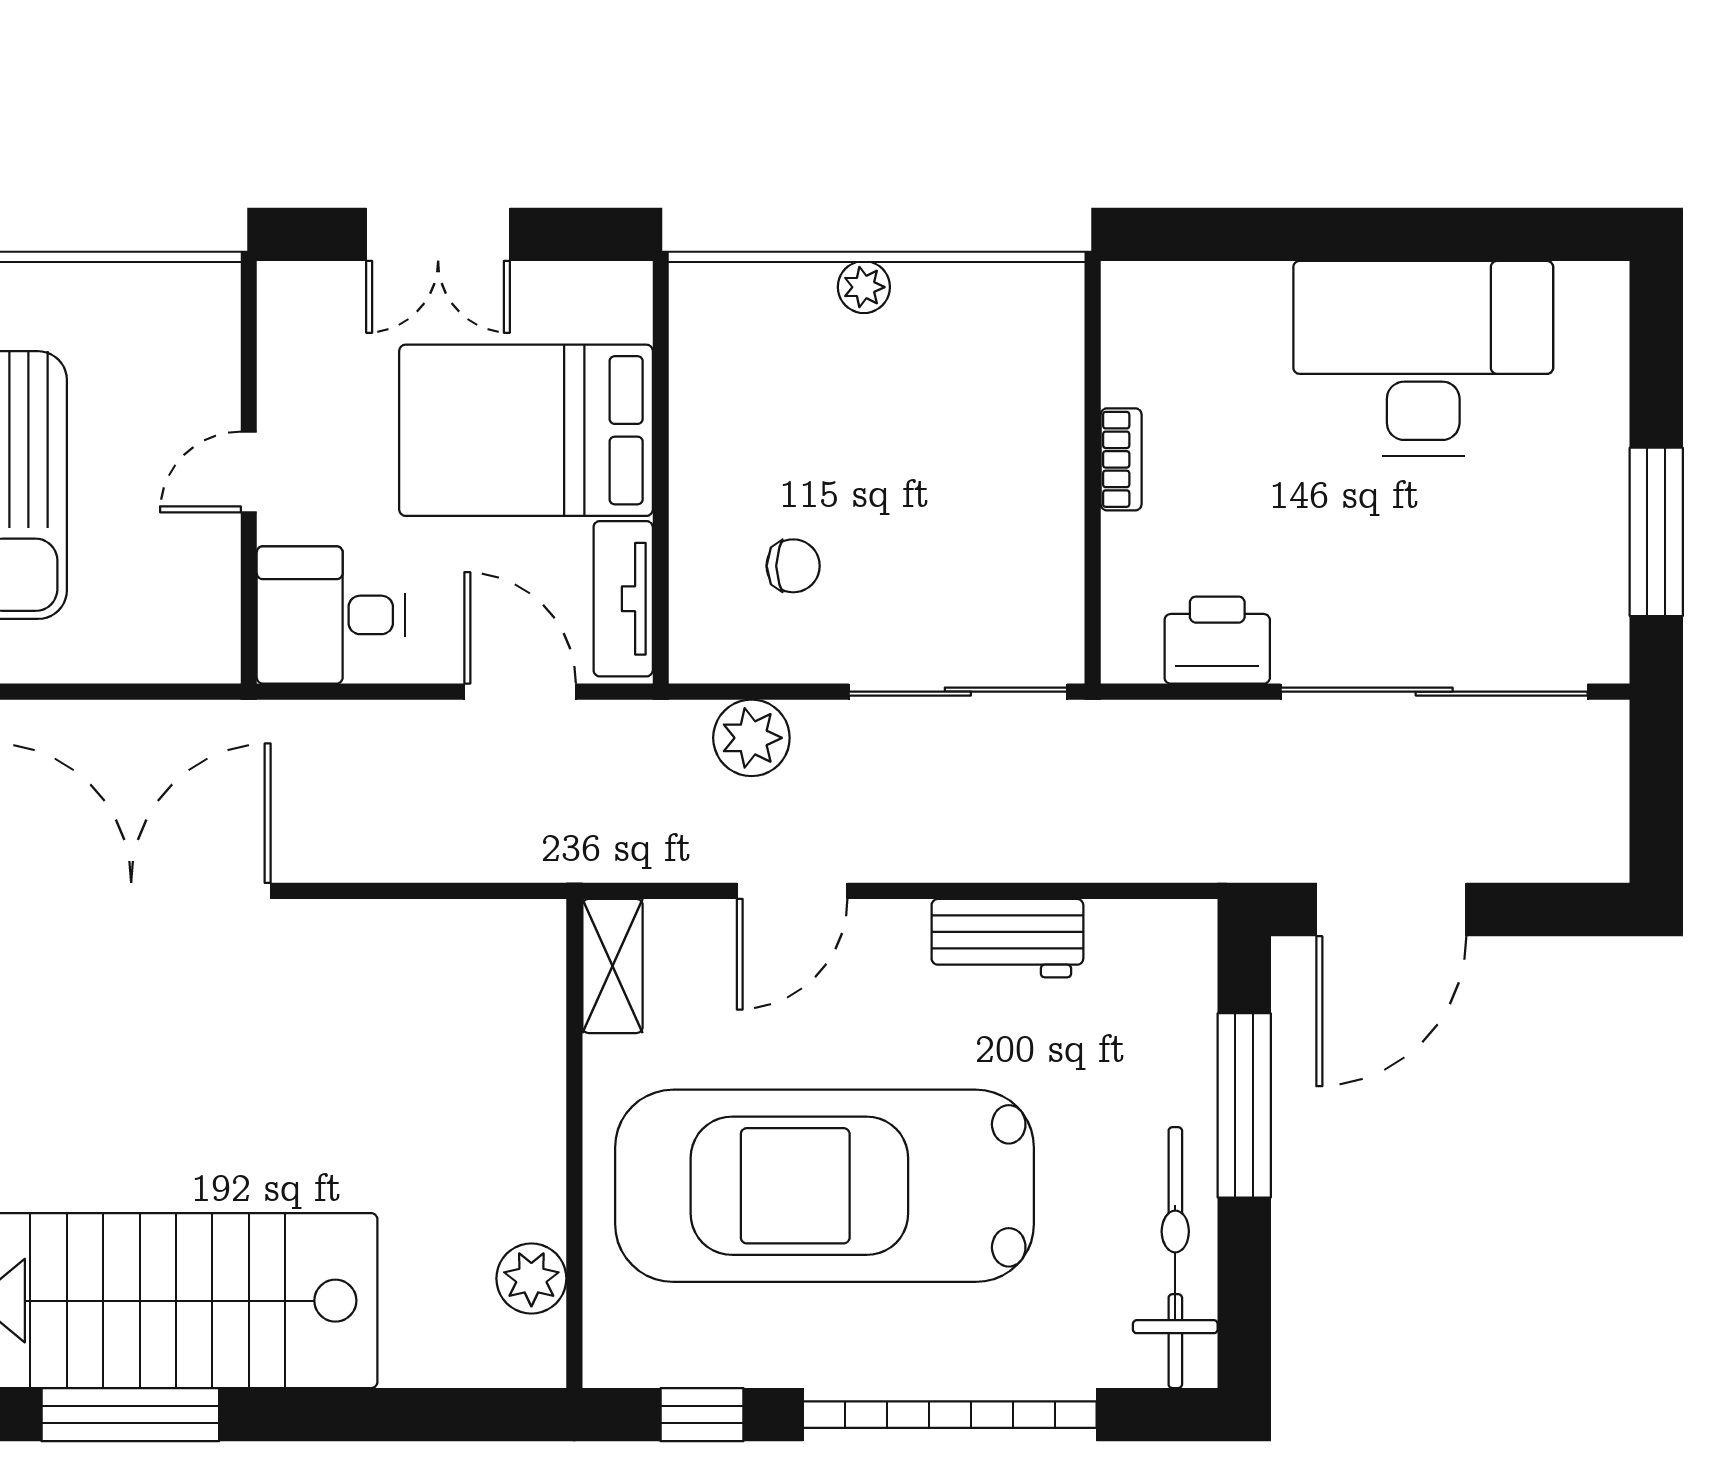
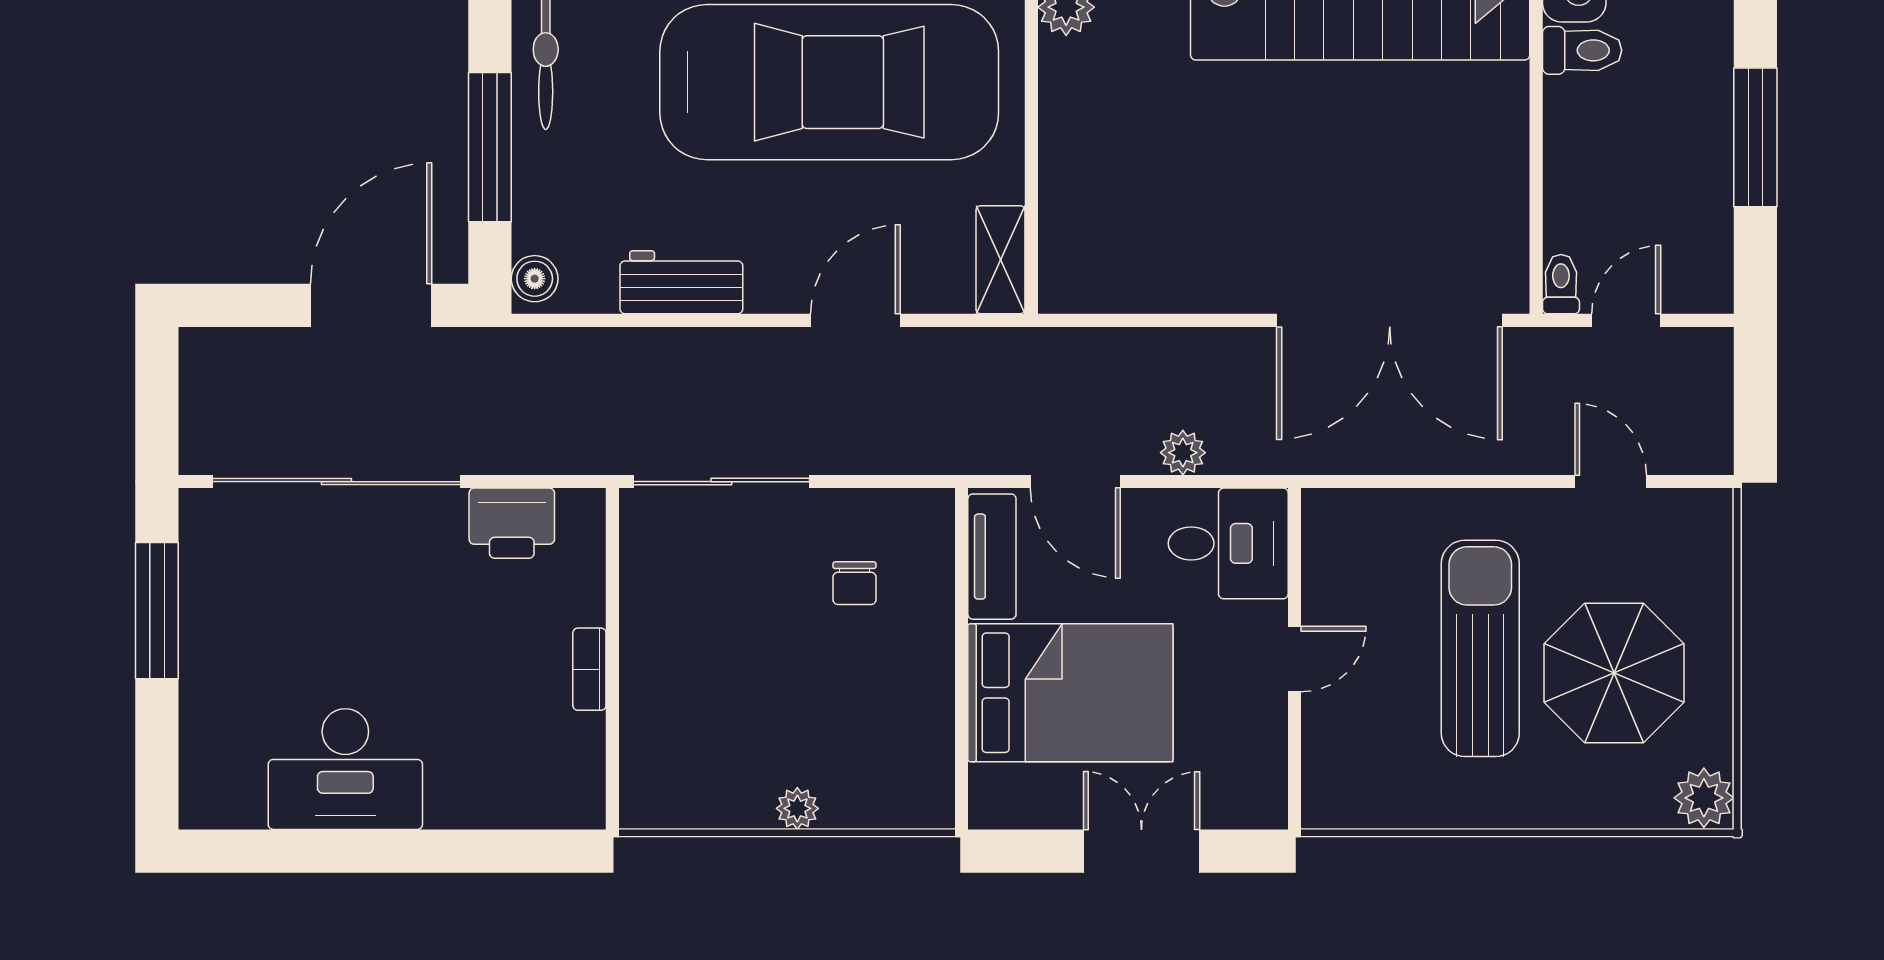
desk: (1423, 358) -> (345, 769), width x0.73, depth x0.77
chair: (793, 566) -> (855, 583), turned -90
plant: (751, 738) -> (1183, 453), moved, width x0.73, depth x0.73
boiler: (1189, 943) -> (535, 279), added

